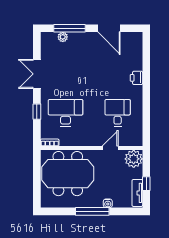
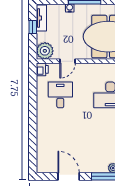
printer: (136, 78) -> (42, 69), moved
desk: (118, 113) -> (60, 95), turned 180

